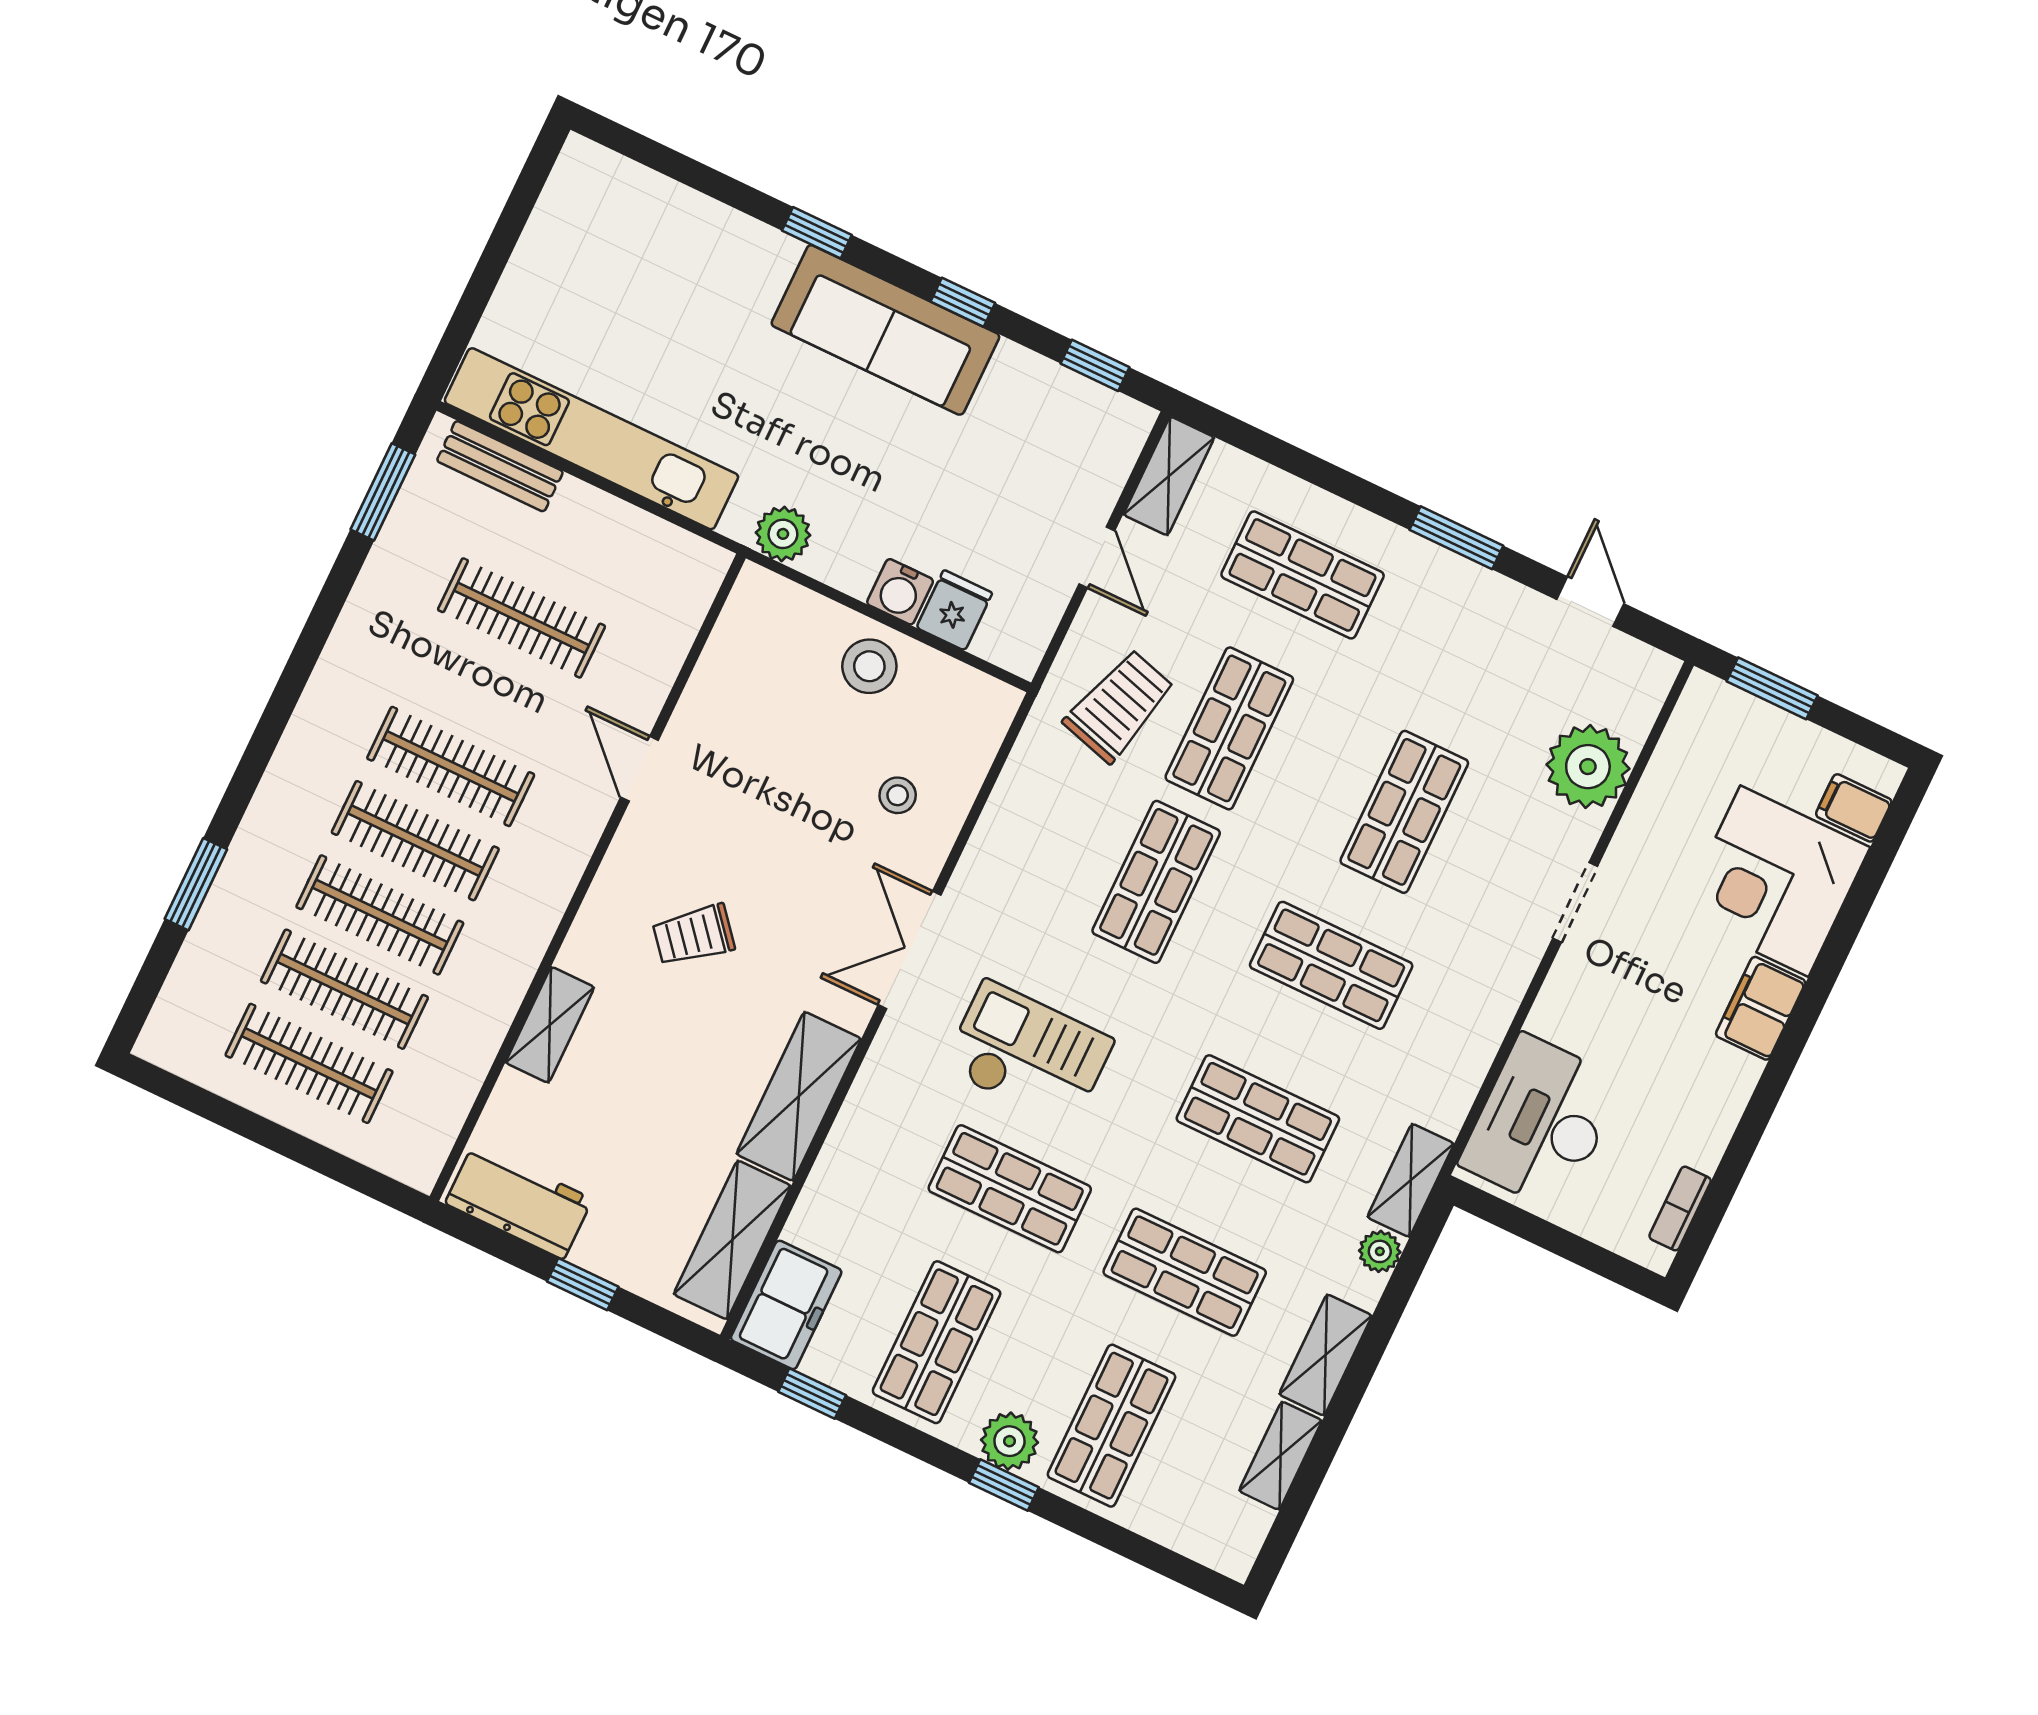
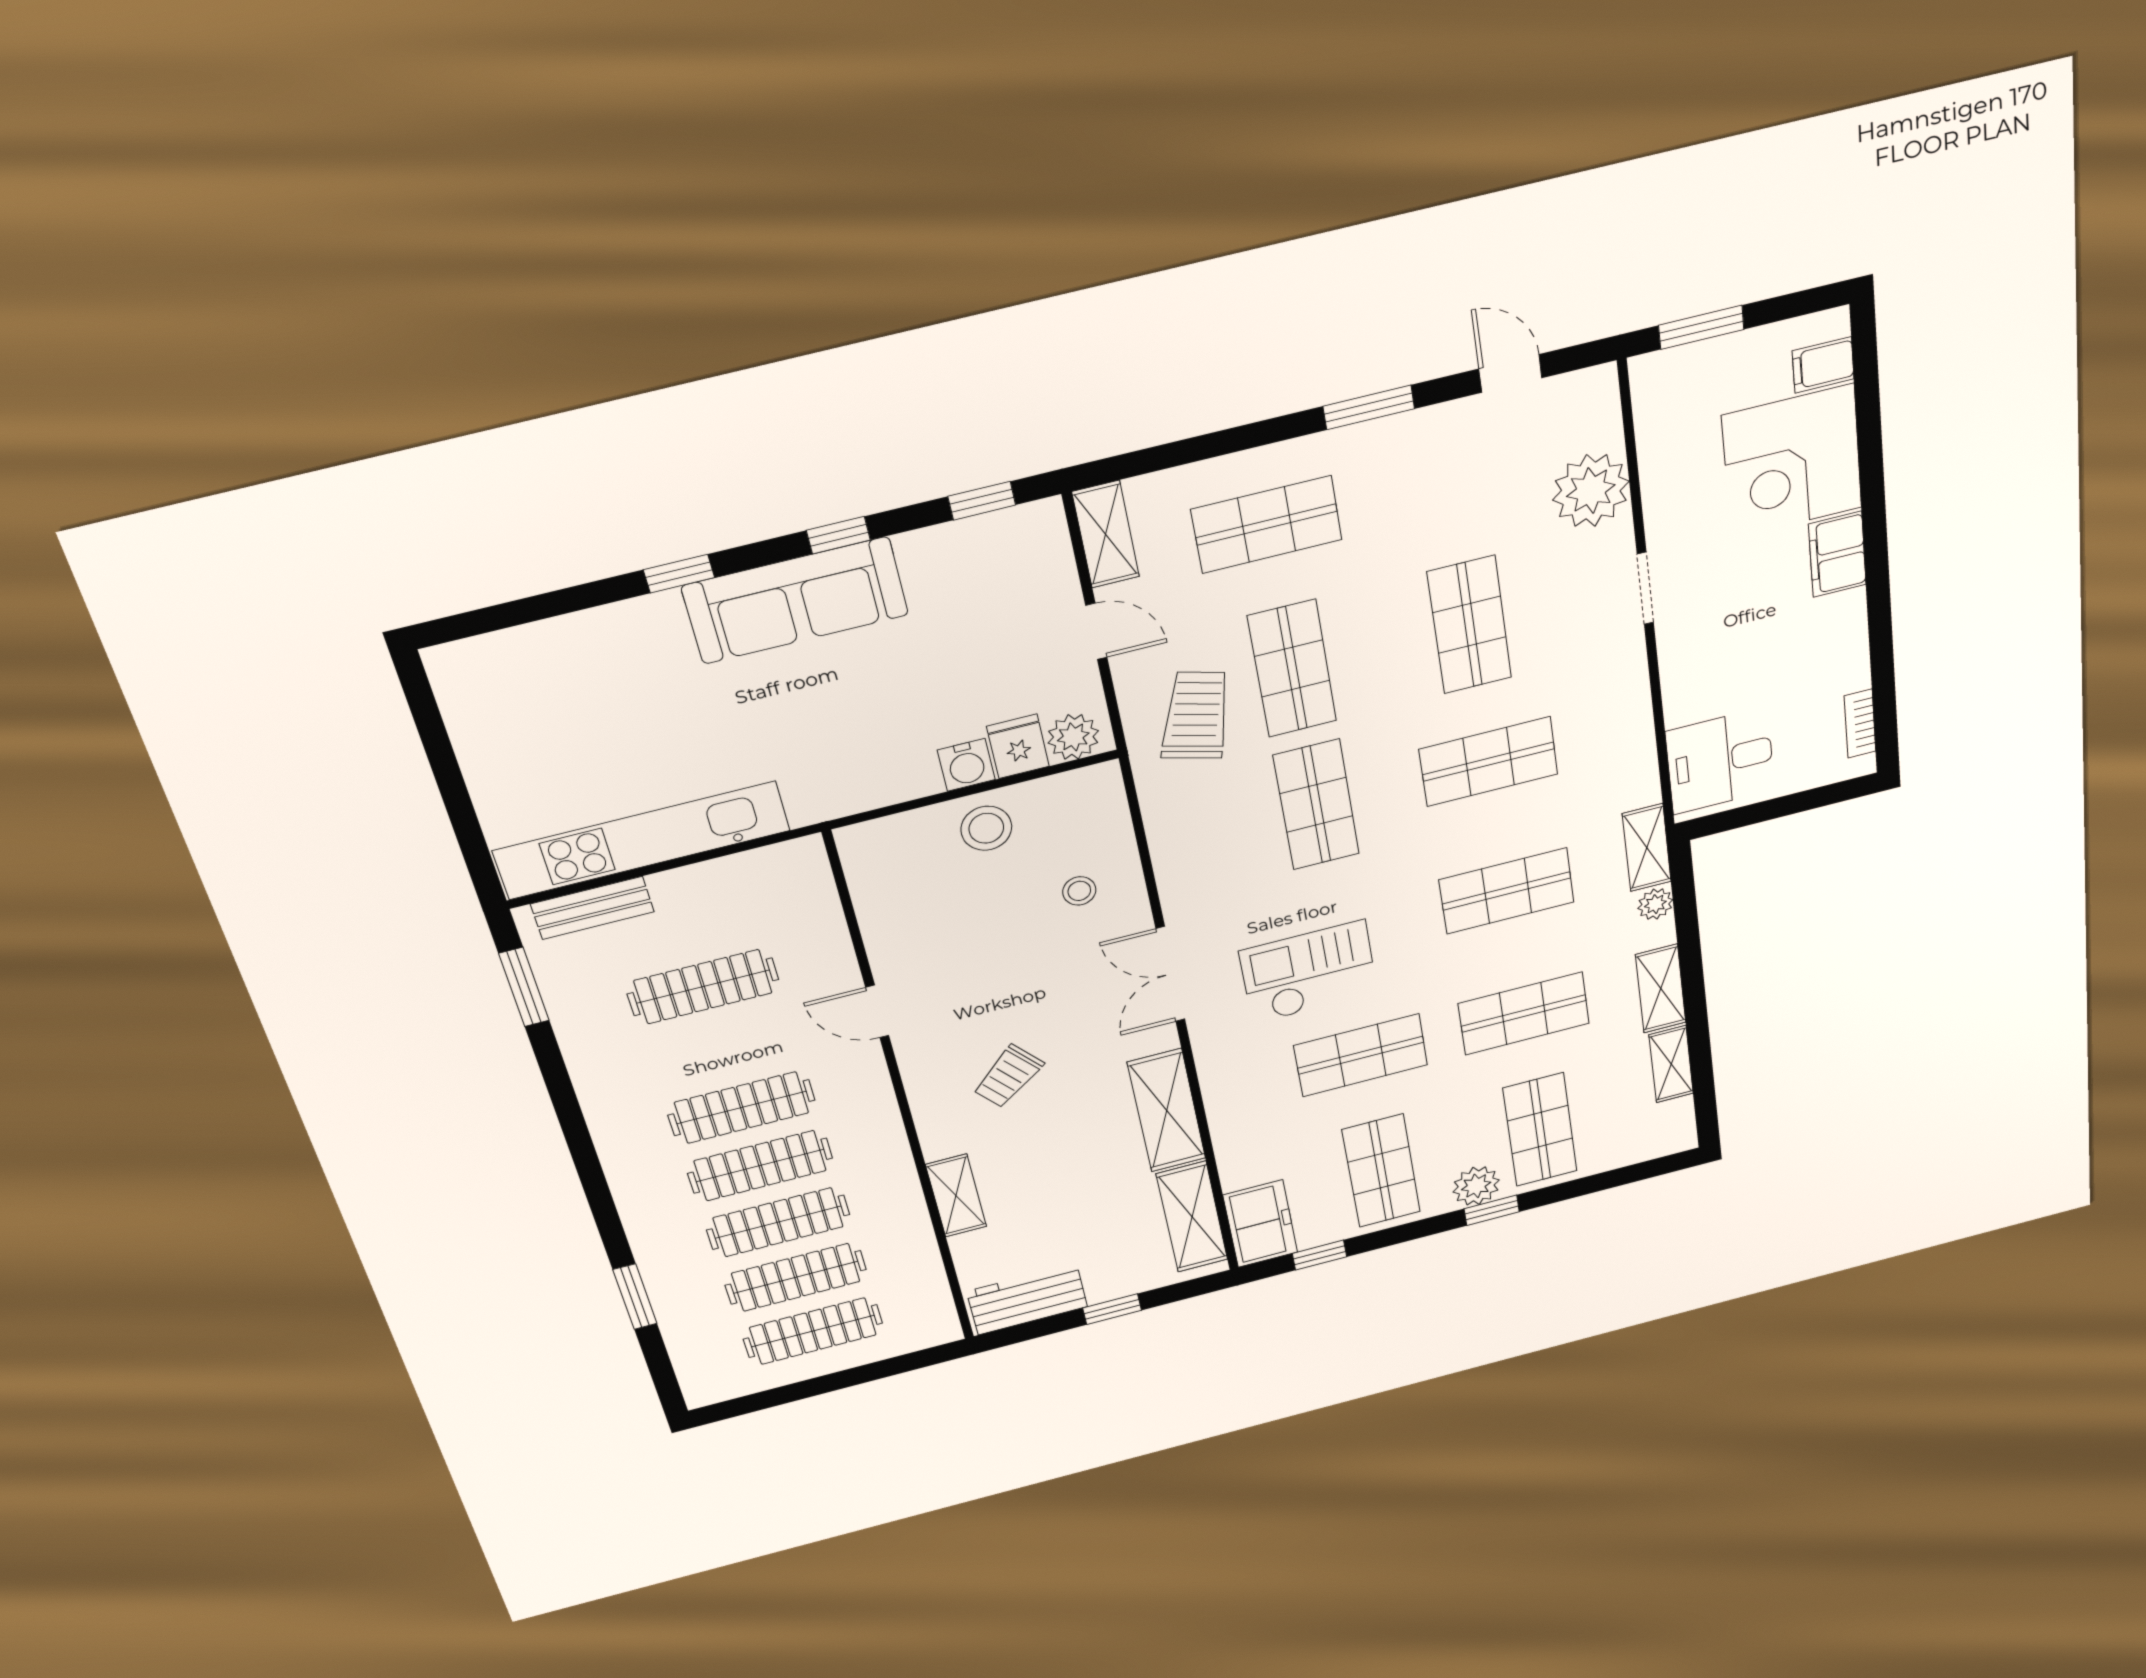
plant: (783, 534) -> (1073, 737), moved
desk: (1541, 1123) -> (1720, 761), width x0.73

